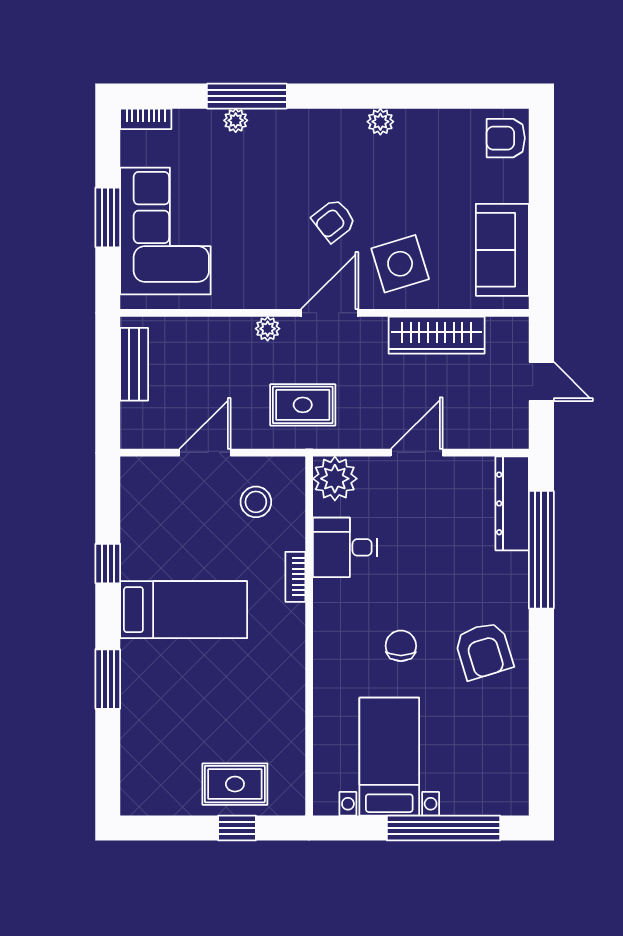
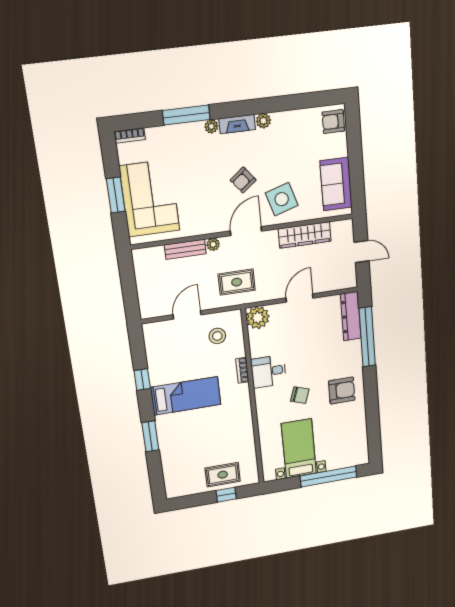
plant: (236, 120) -> (211, 126), moved
fireplace: (334, 122) -> (237, 124), added
bench: (134, 364) -> (185, 249), moved, turned 90
desk: (345, 547) -> (269, 371), moved
chair: (401, 646) -> (300, 395), turned 109
armchair: (484, 651) -> (342, 391), turned -73

